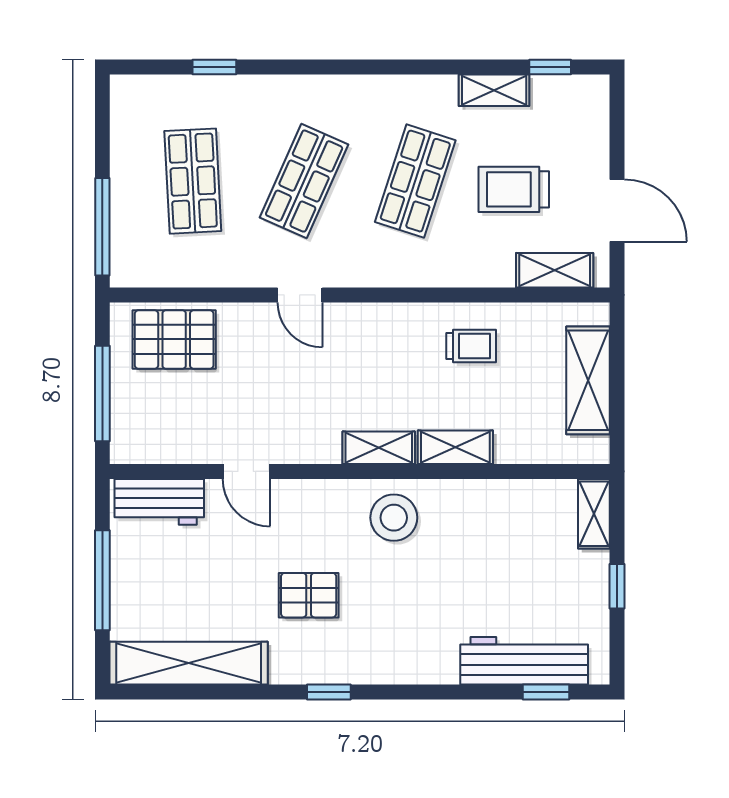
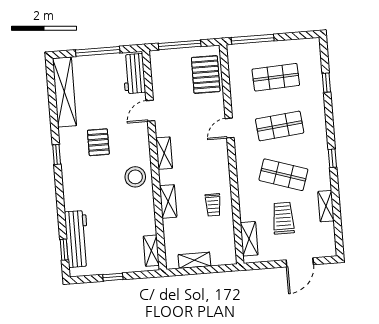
window: (550, 67) -> (332, 158), moved
shop shelf: (304, 181) -> (280, 126), turned -30
door: (617, 210) -> (300, 262), moved
shelving: (588, 380) -> (194, 260), width x0.67, depth x0.75
shelving: (379, 448) -> (164, 153), moved
shelving: (594, 514) -> (151, 251), moved, turned 90

